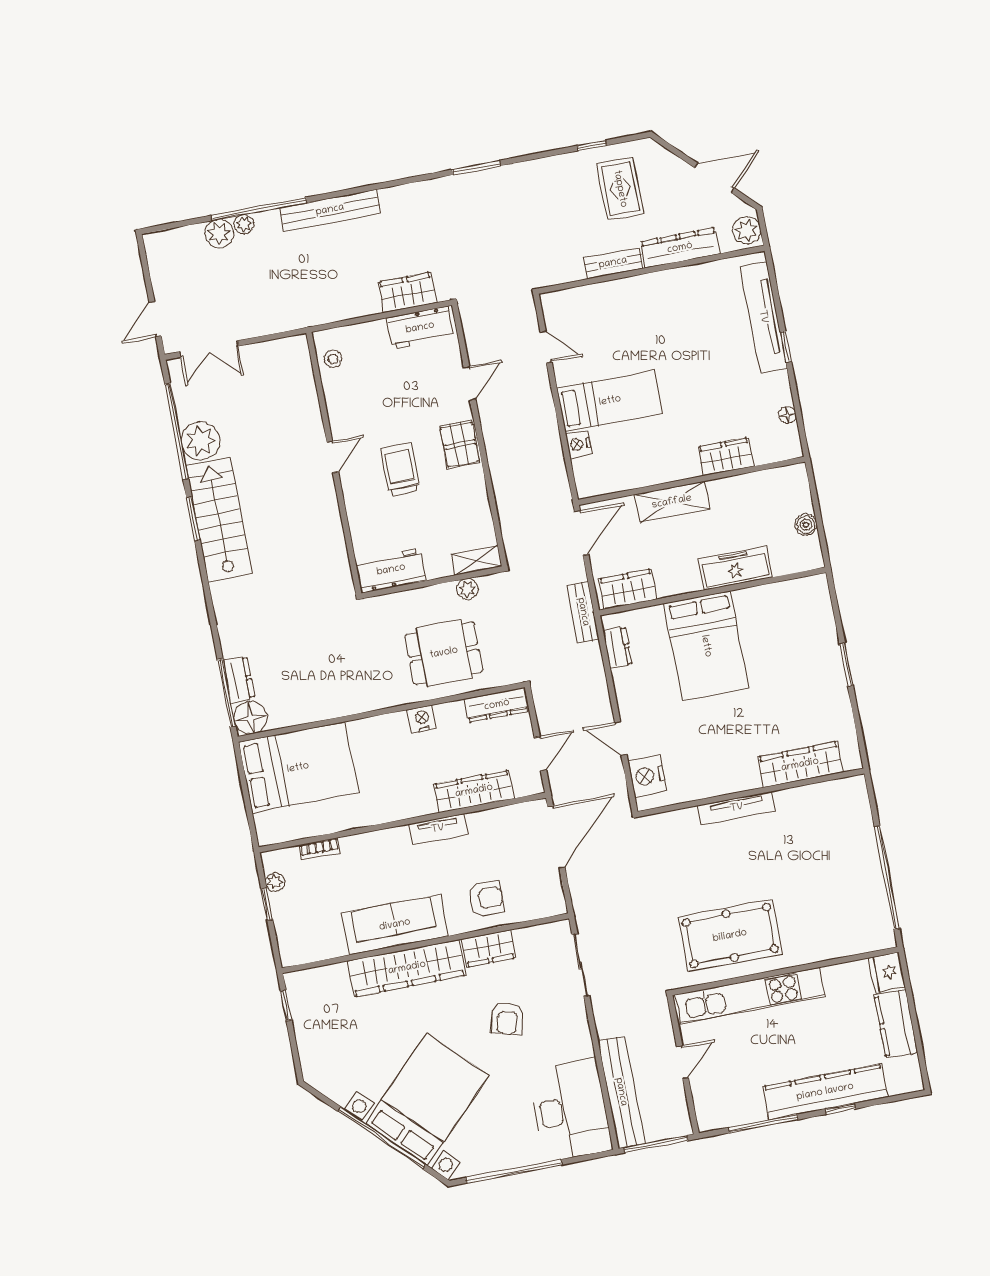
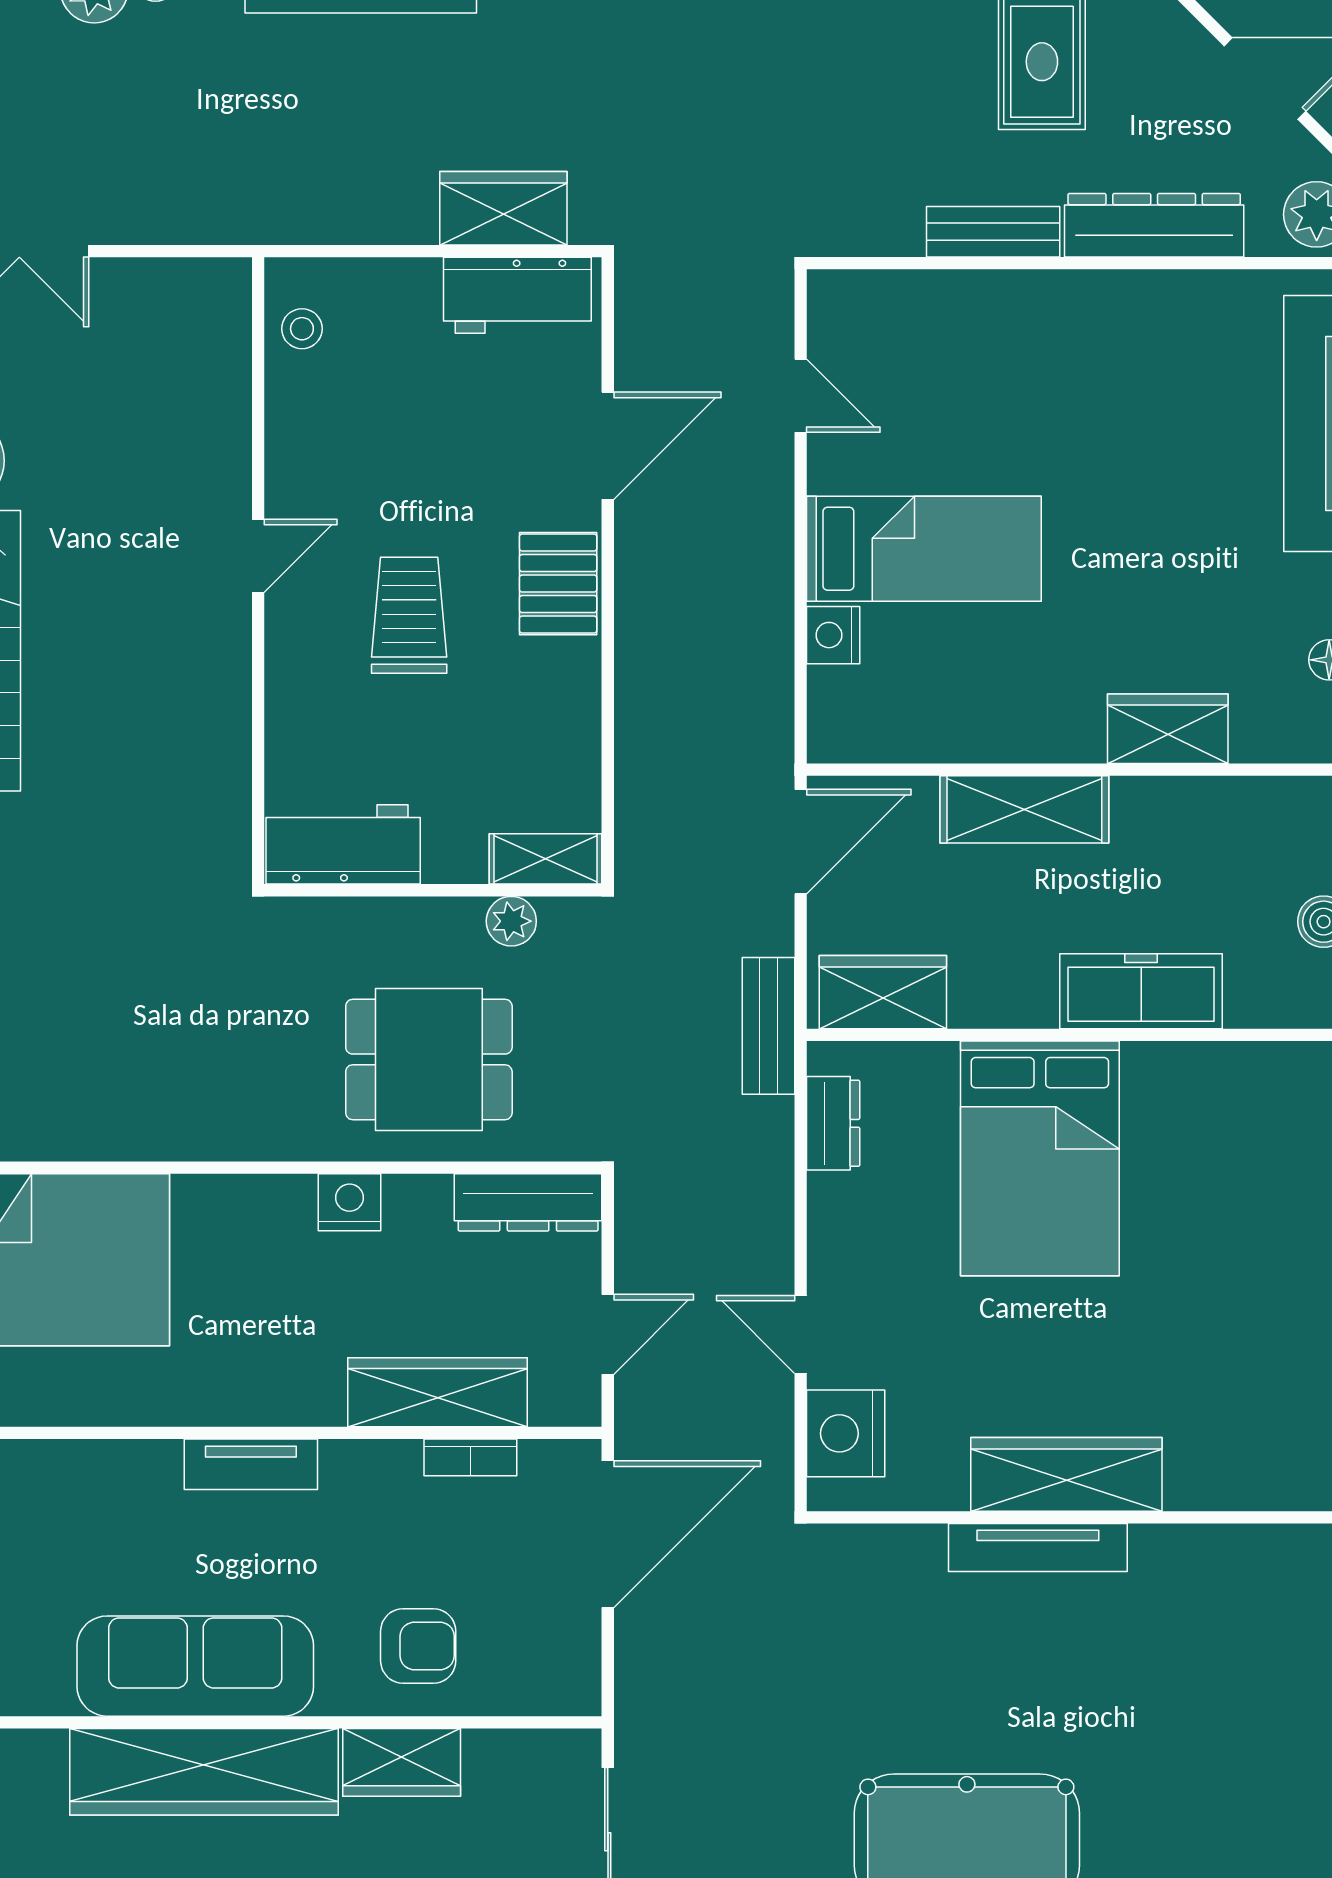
door: (470, 383) -> (608, 446), width x1.38
wardrobe: (800, 765) -> (1066, 1474), moved
tv unit: (438, 829) -> (251, 1464), moved
bookcase: (320, 849) -> (470, 1457), moved

